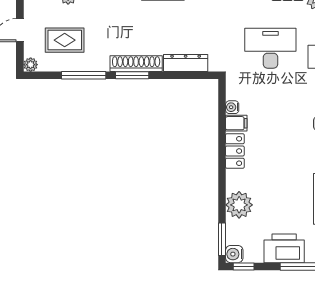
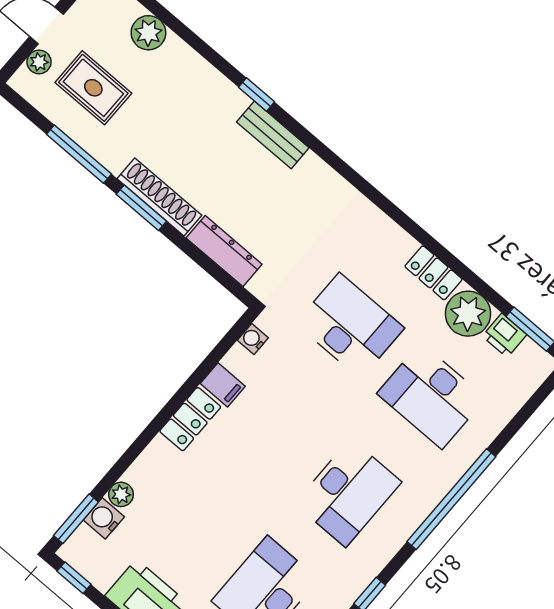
plant: (31, 65) -> (39, 62), moved
water cooler: (232, 107) -> (253, 339), moved
plant: (239, 205) -> (121, 494), width x0.53, depth x0.53
water cooler: (234, 254) -> (104, 518), moved

